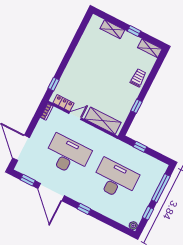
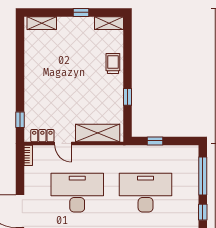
shelving: (112, 29) -> (42, 23), moved
door: (75, 116) -> (63, 143), swing flipped

